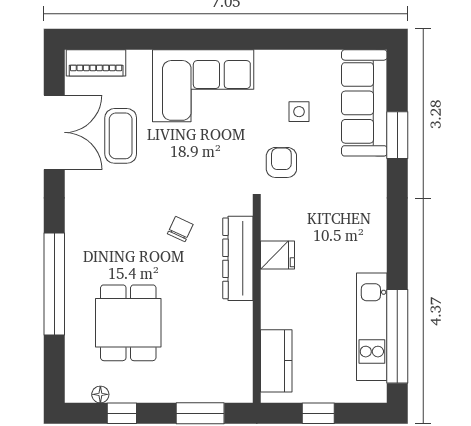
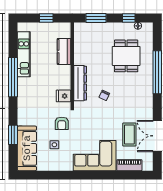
piano: (96, 63) -> (129, 165), moved
fridge: (277, 255) -> (63, 96), moved
window: (397, 336) -> (13, 77), moved
kitchen counter: (276, 361) -> (64, 51), moved

